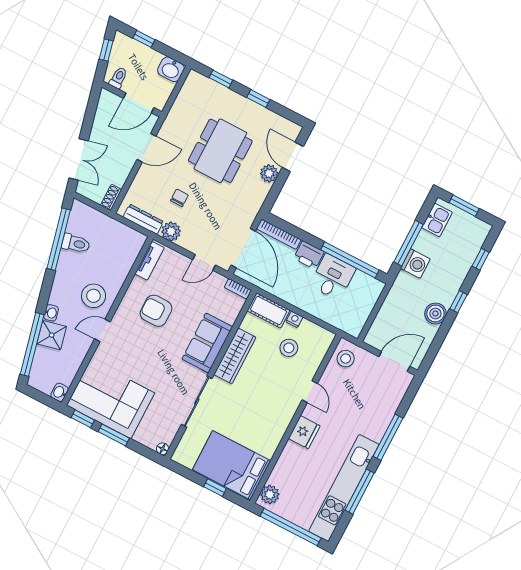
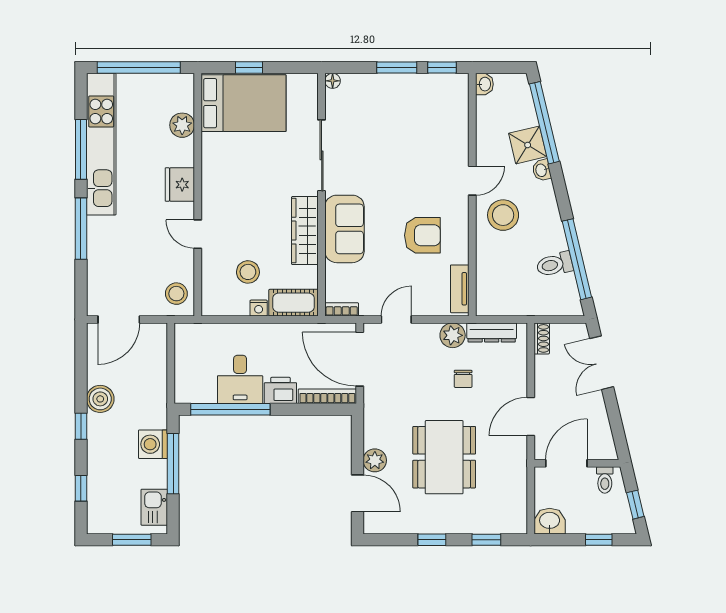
corner sofa: (111, 399) -> (422, 107), removed
plant: (270, 494) -> (182, 125), moved

